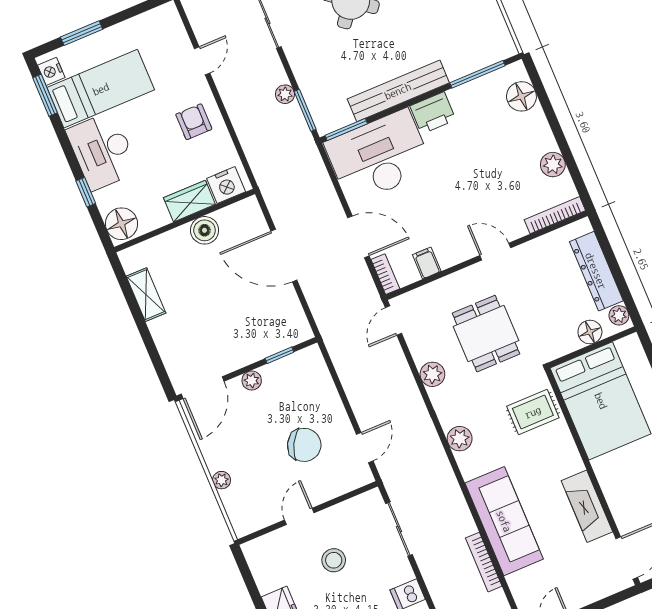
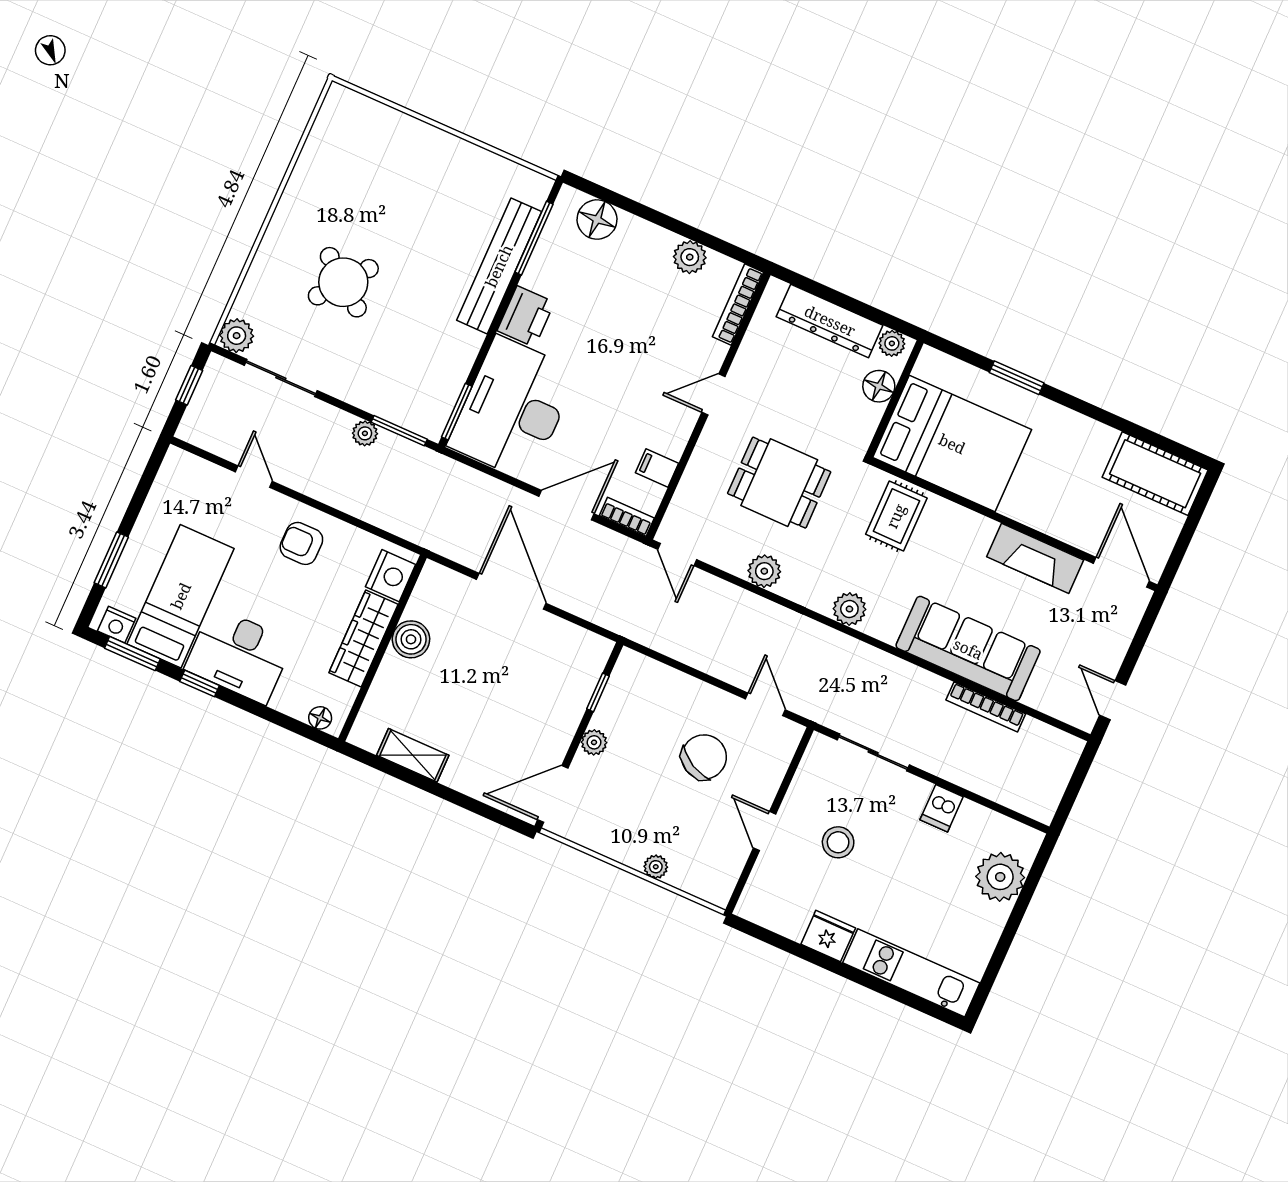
bench: (398, 91) -> (499, 266), moved
window: (86, 192) -> (200, 684), moved
wardrobe: (189, 201) -> (363, 639), width x1.50
floor lamp: (122, 224) -> (320, 718), width x0.53, depth x0.53
door: (284, 256) -> (511, 591), swing flipped
door: (203, 388) -> (553, 794), swing flipped

